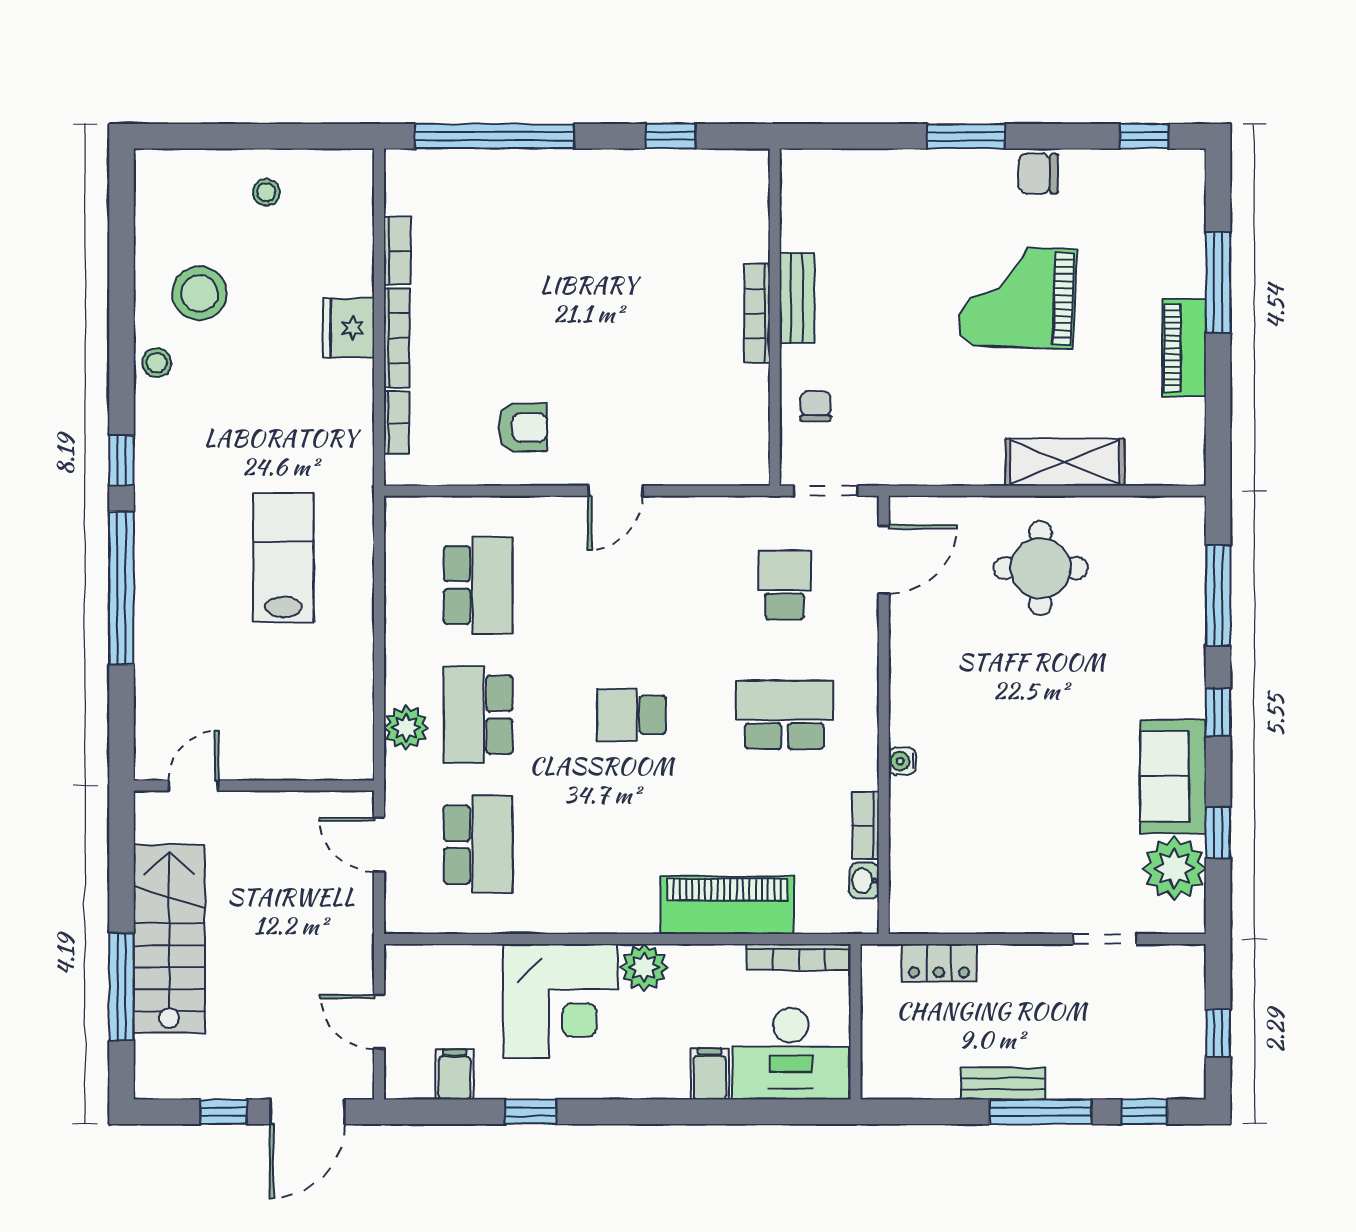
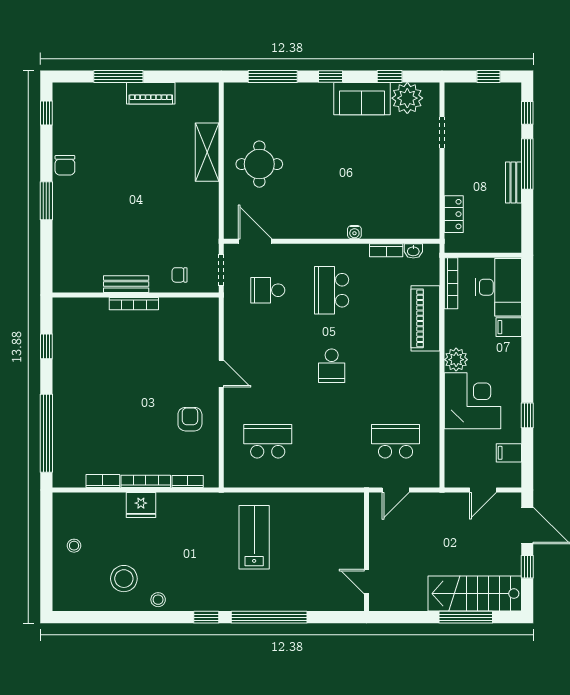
grand piano: (1017, 297) -> (126, 176), removed
lab bench: (283, 558) -> (254, 537), turned 90
school desk: (478, 715) -> (332, 441), removed
plant: (406, 728) -> (338, 477), removed
stairs: (169, 939) -> (475, 594), moved

